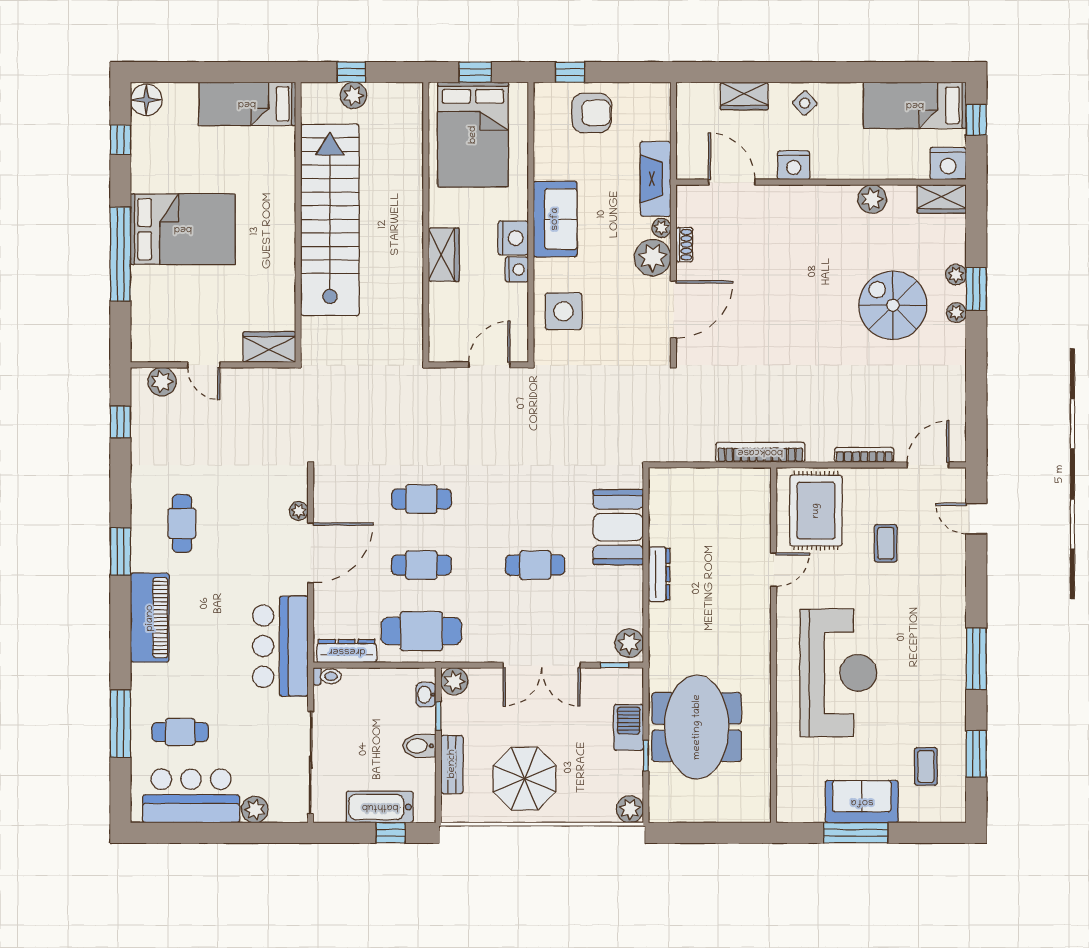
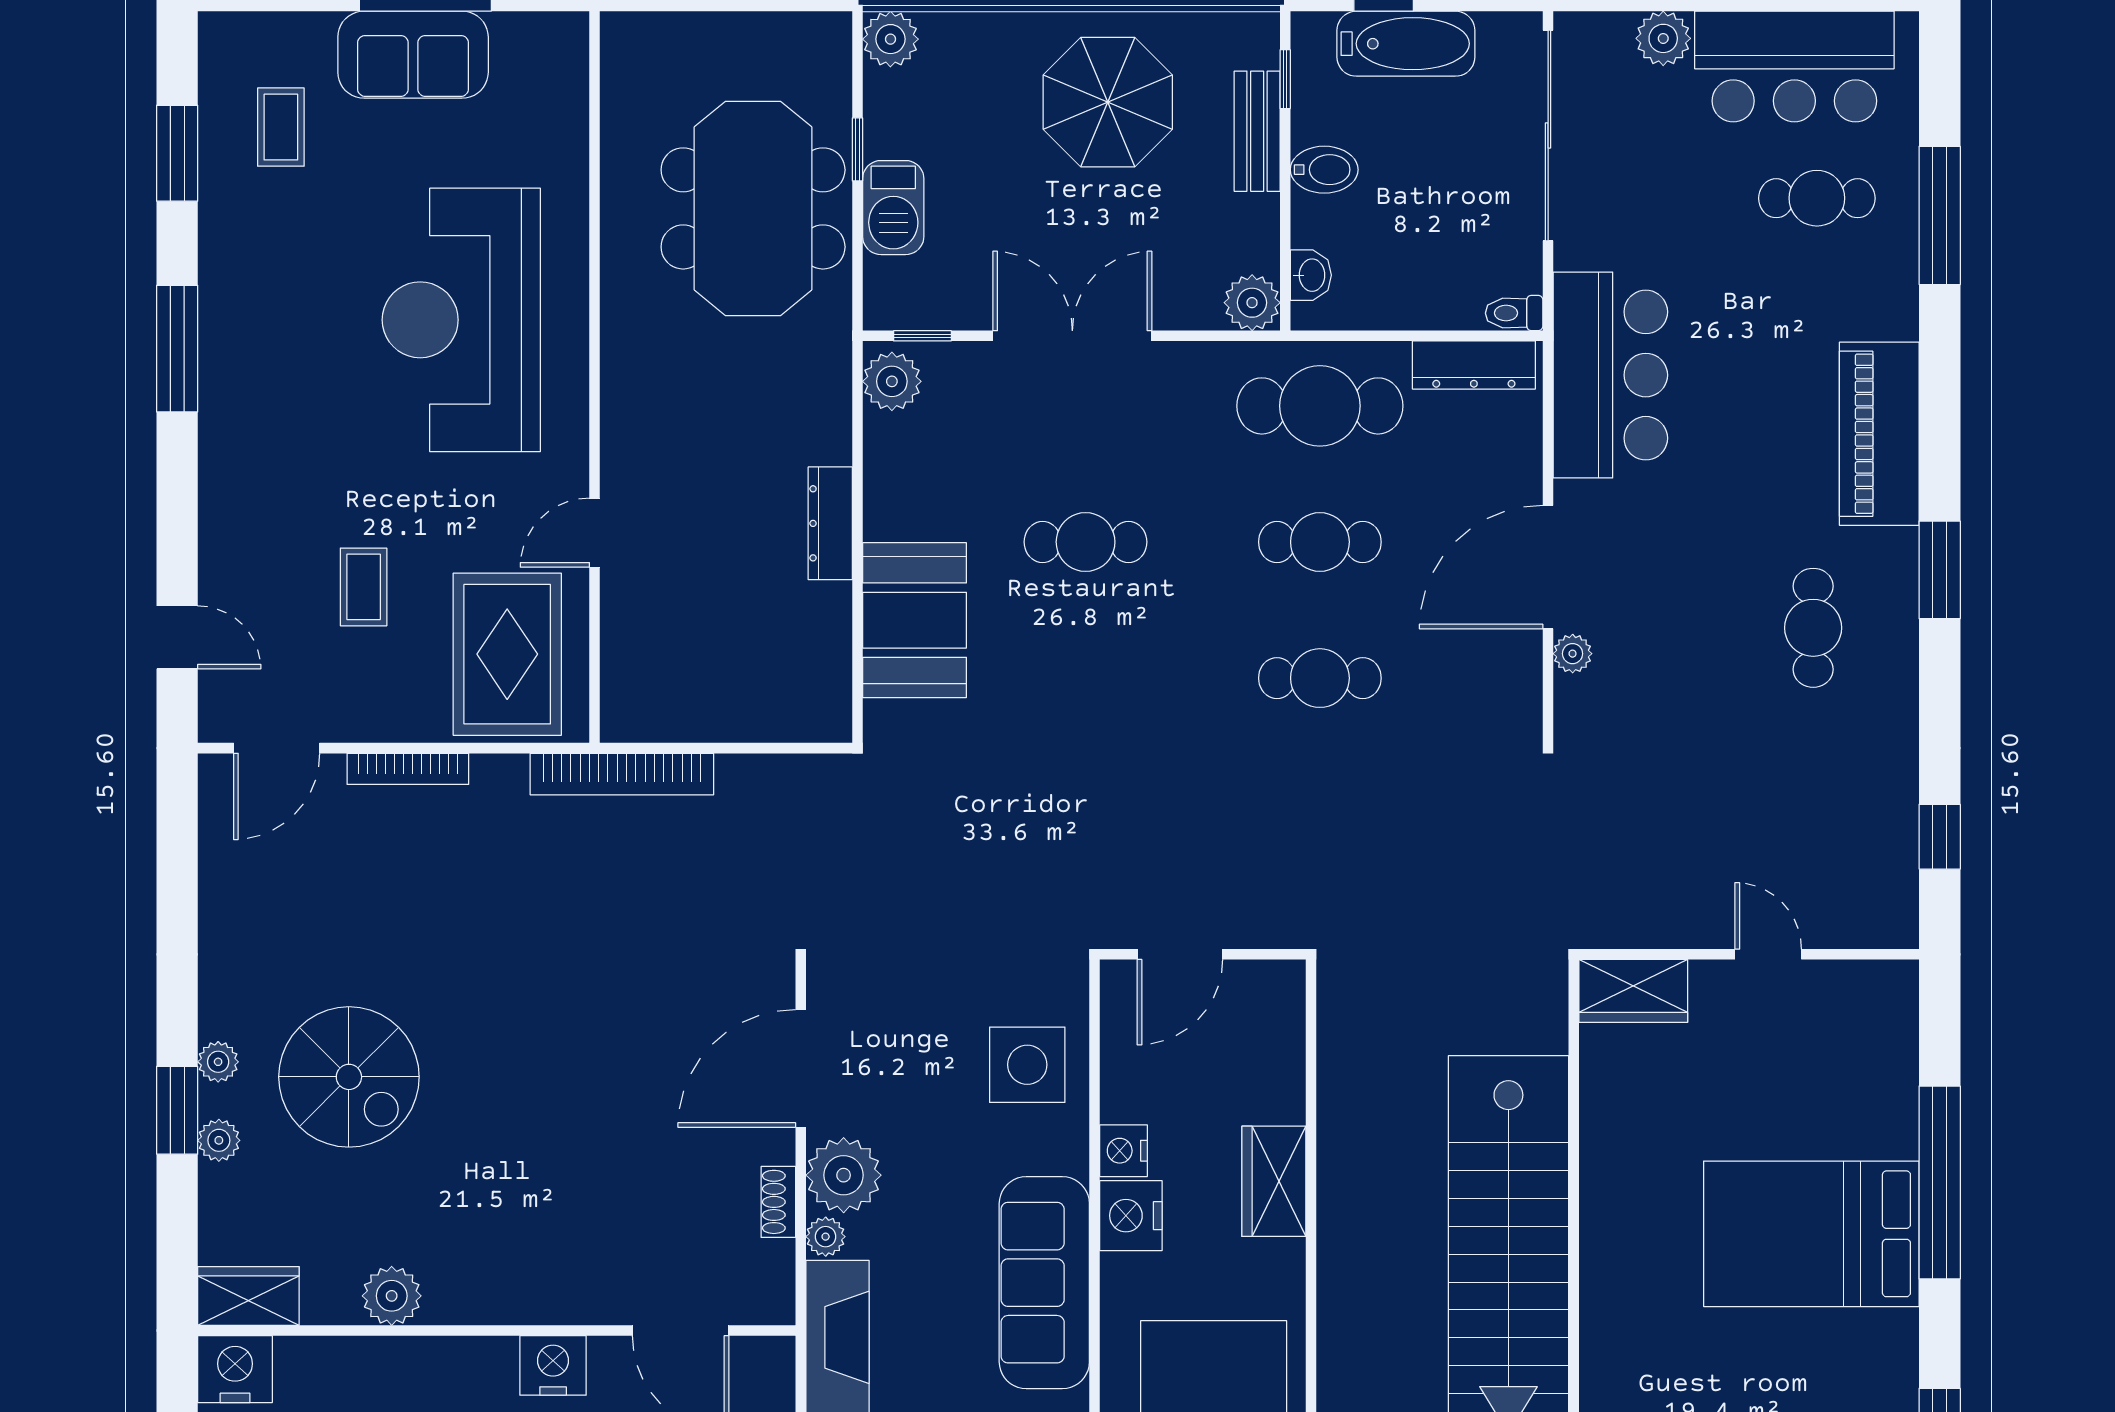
sofa: (555, 219) -> (1044, 1283), width x1.36
plant: (162, 382) -> (1854, 920), removed
window: (438, 716) -> (1285, 79), moved

